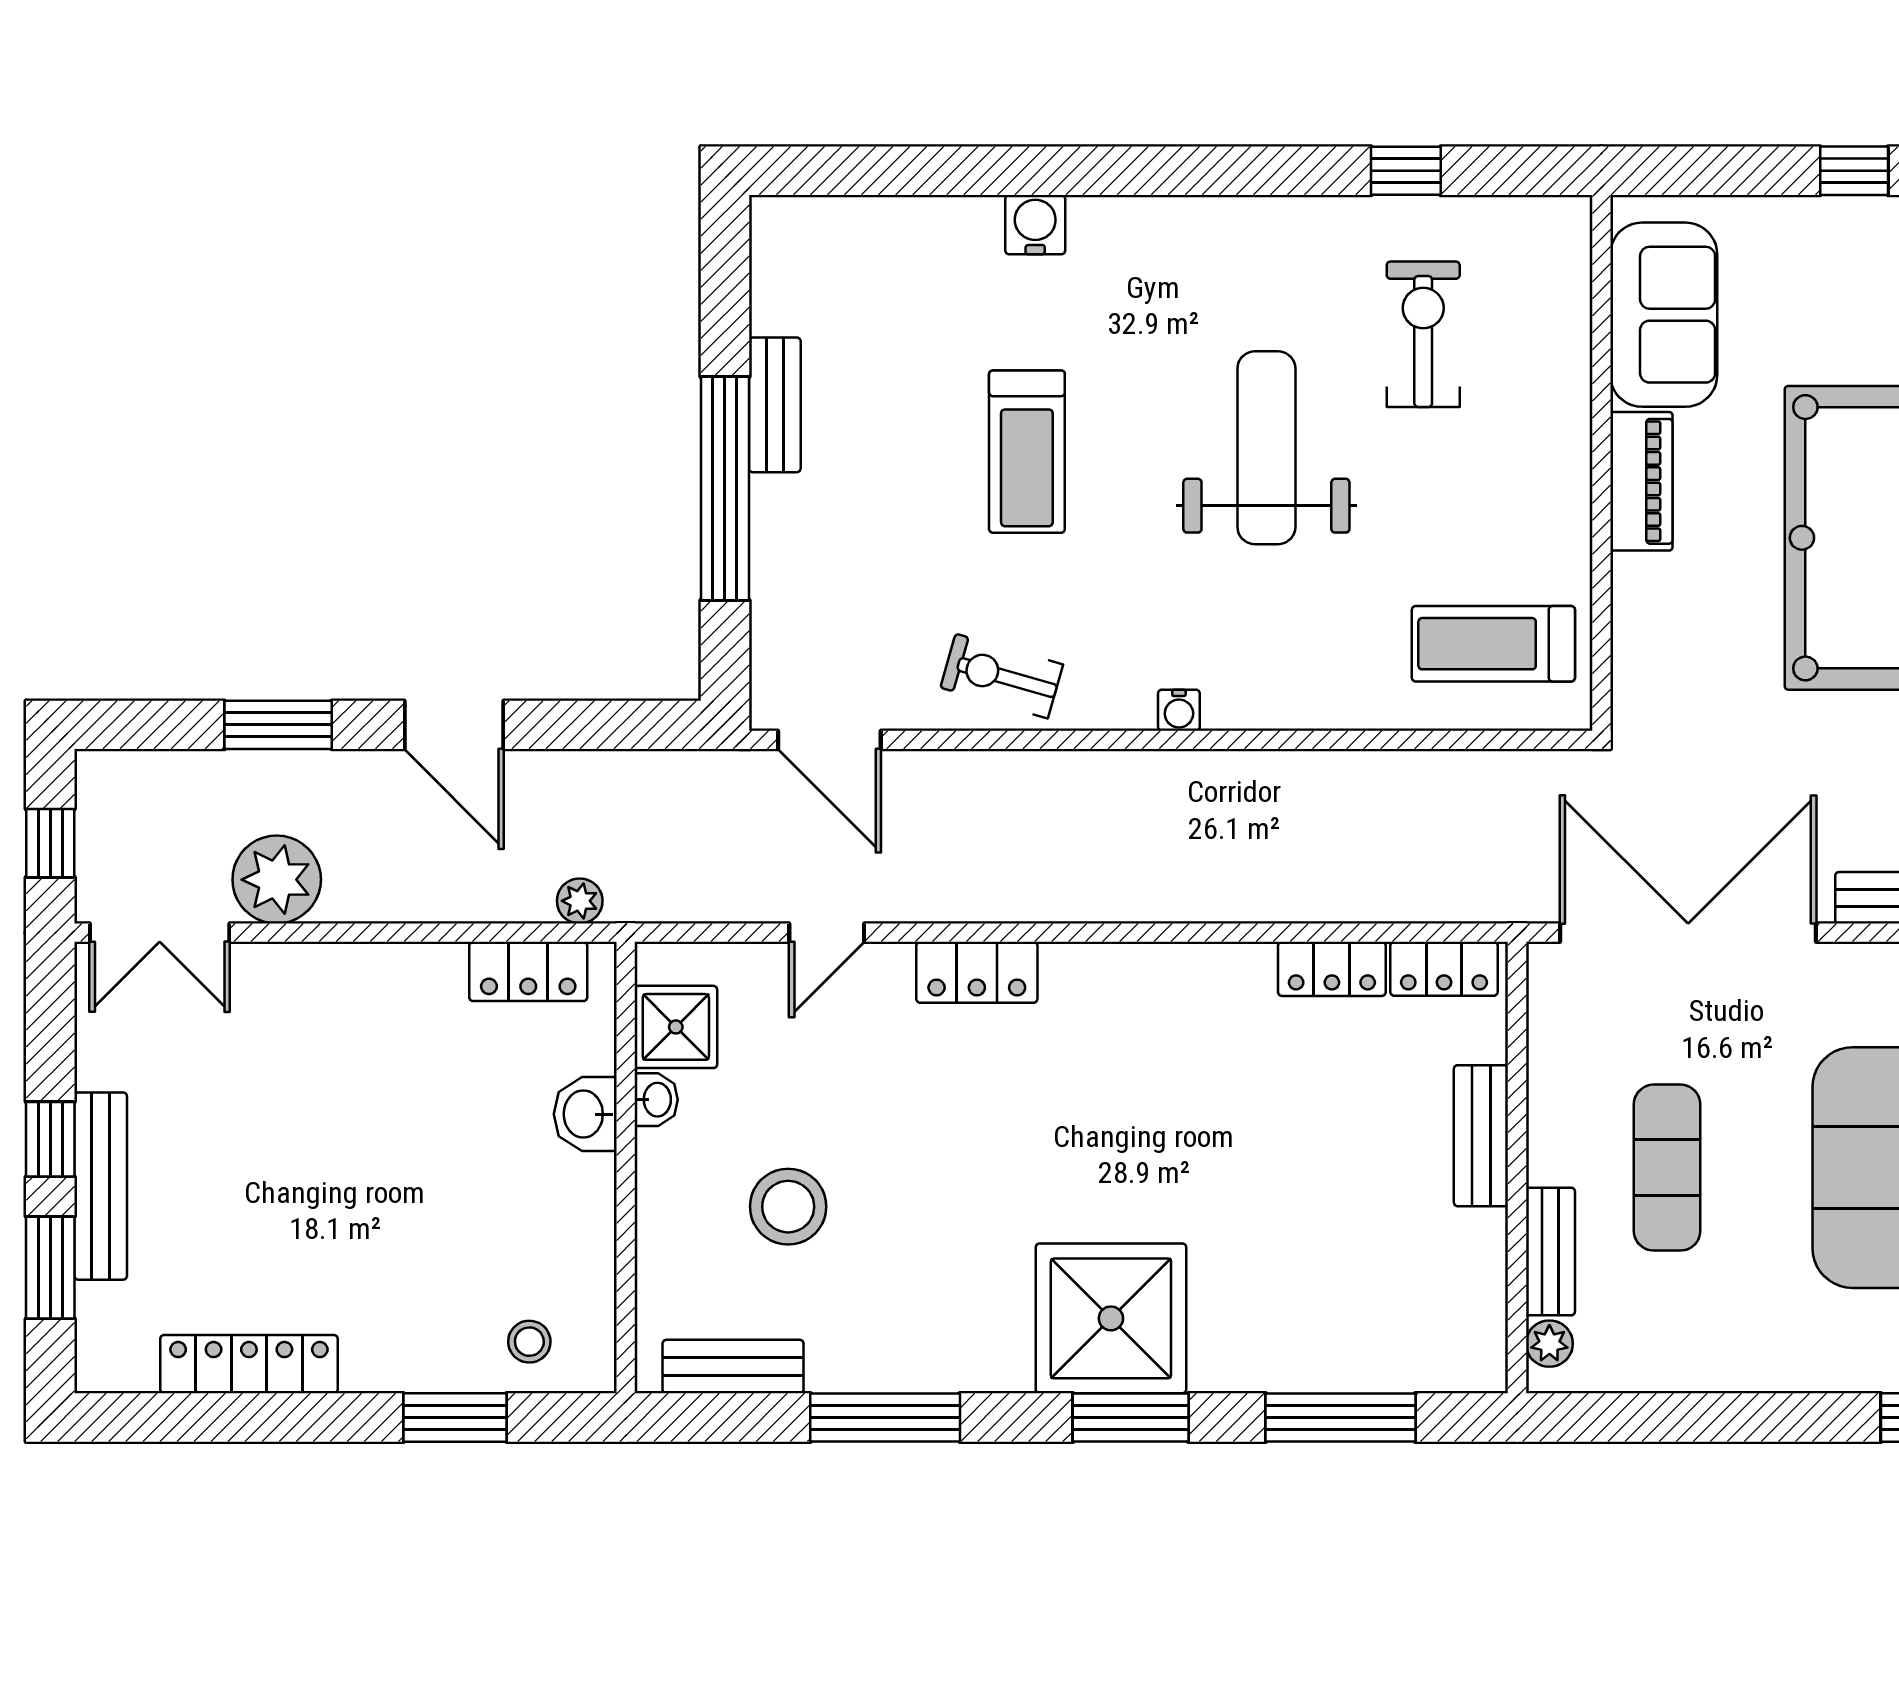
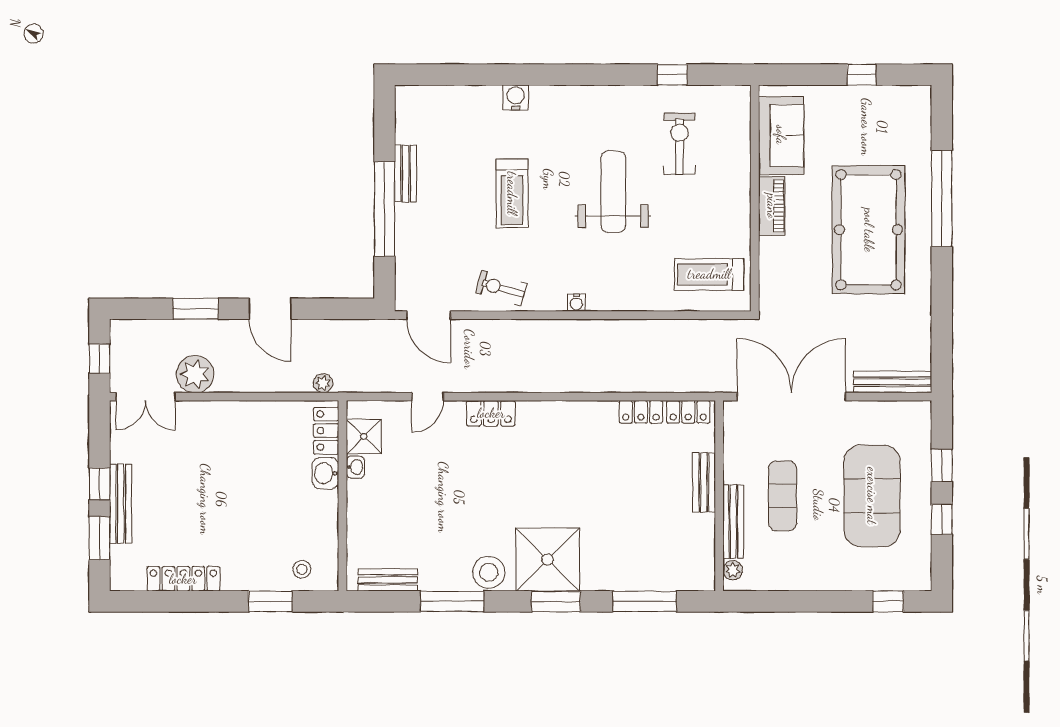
locker: (528, 971) -> (326, 431), moved, turned 90
stool: (788, 1207) -> (489, 572), moved
bench: (1550, 1252) -> (733, 521), width x1.36

